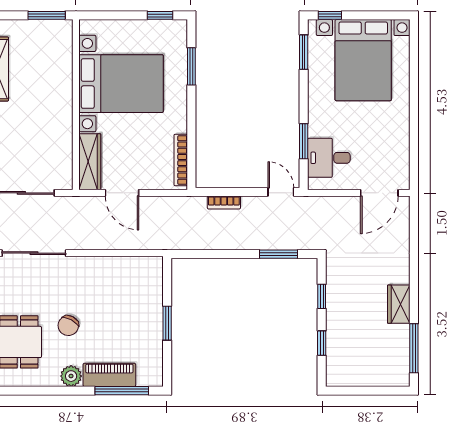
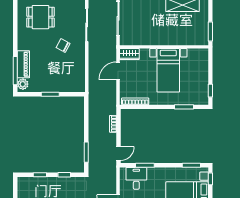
bed with nightstands: (121, 84) -> (168, 70), width x0.73
wardrobe: (90, 162) -> (129, 54), width x0.67
chair: (68, 326) -> (63, 45), moved
plant: (71, 376) -> (23, 84), moved

